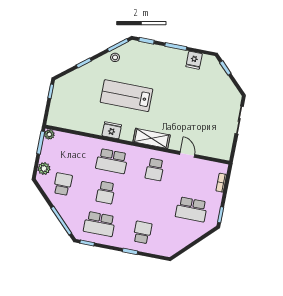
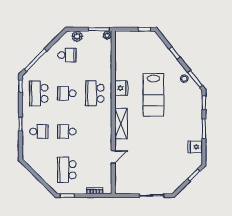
lab bench: (127, 96) -> (153, 95), turned 180
school desk: (155, 169) -> (67, 132), moved

